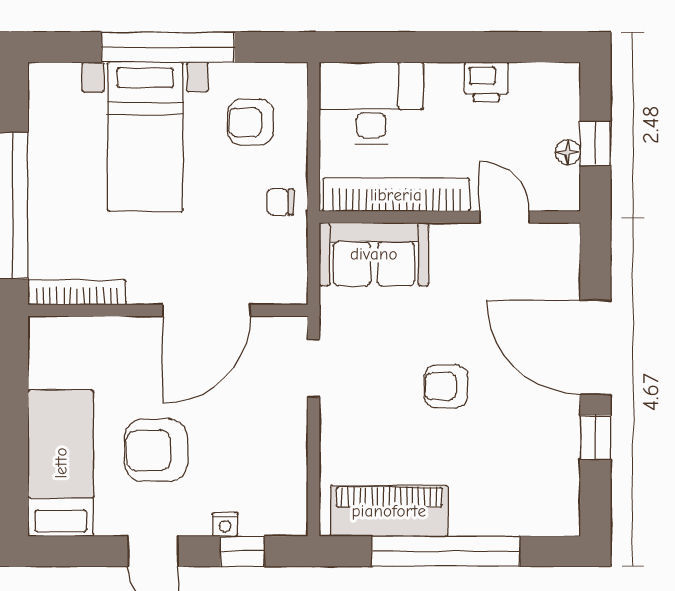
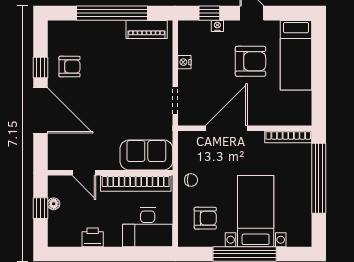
armchair: (446, 386) -> (70, 67), moved
nightstand: (294, 449) -> (184, 62), added
piano: (389, 511) -> (147, 29), width x0.73, depth x0.75

